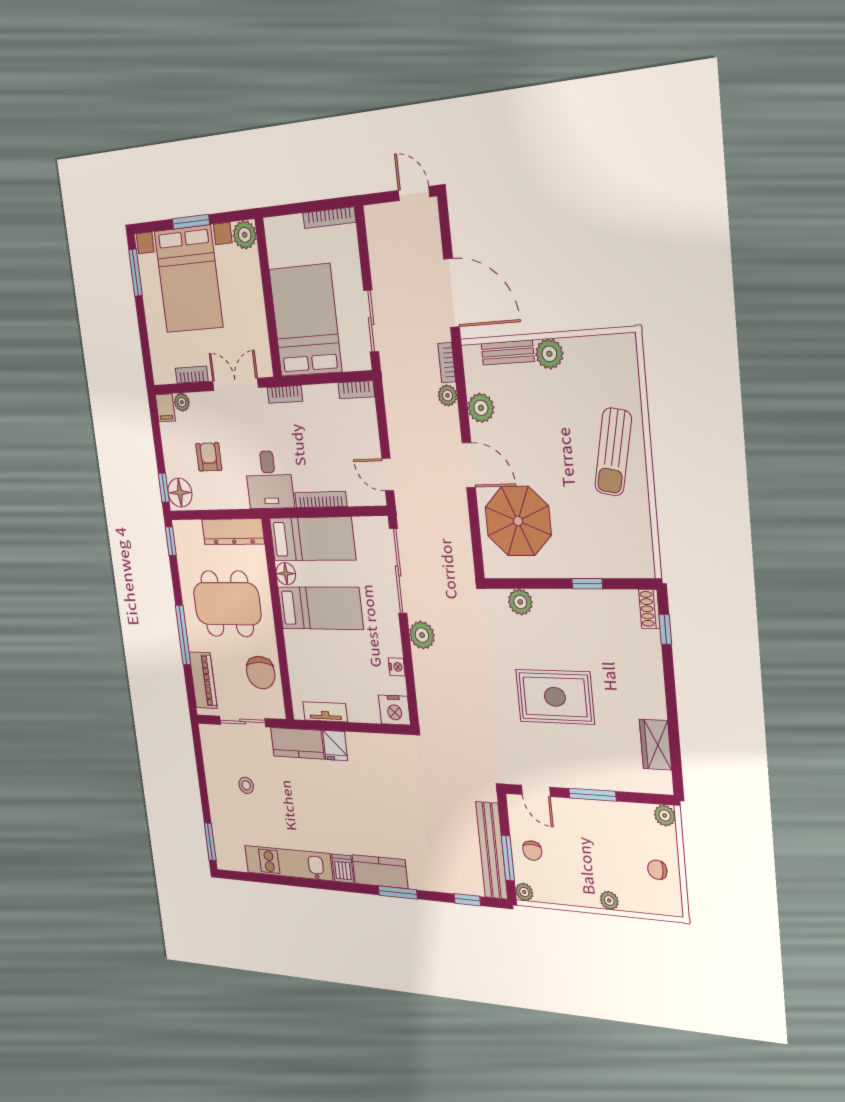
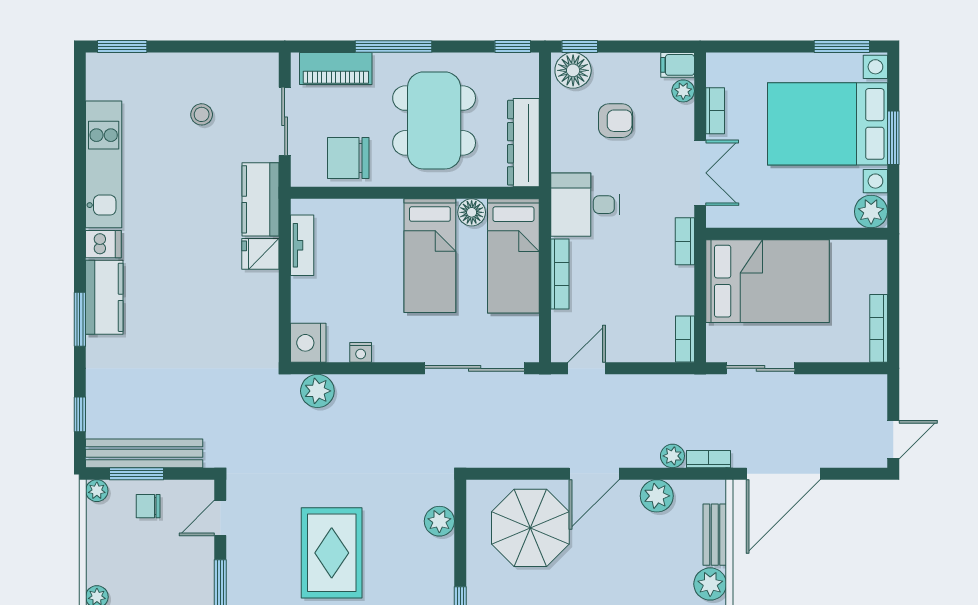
plant: (422, 635) -> (317, 391), moved

